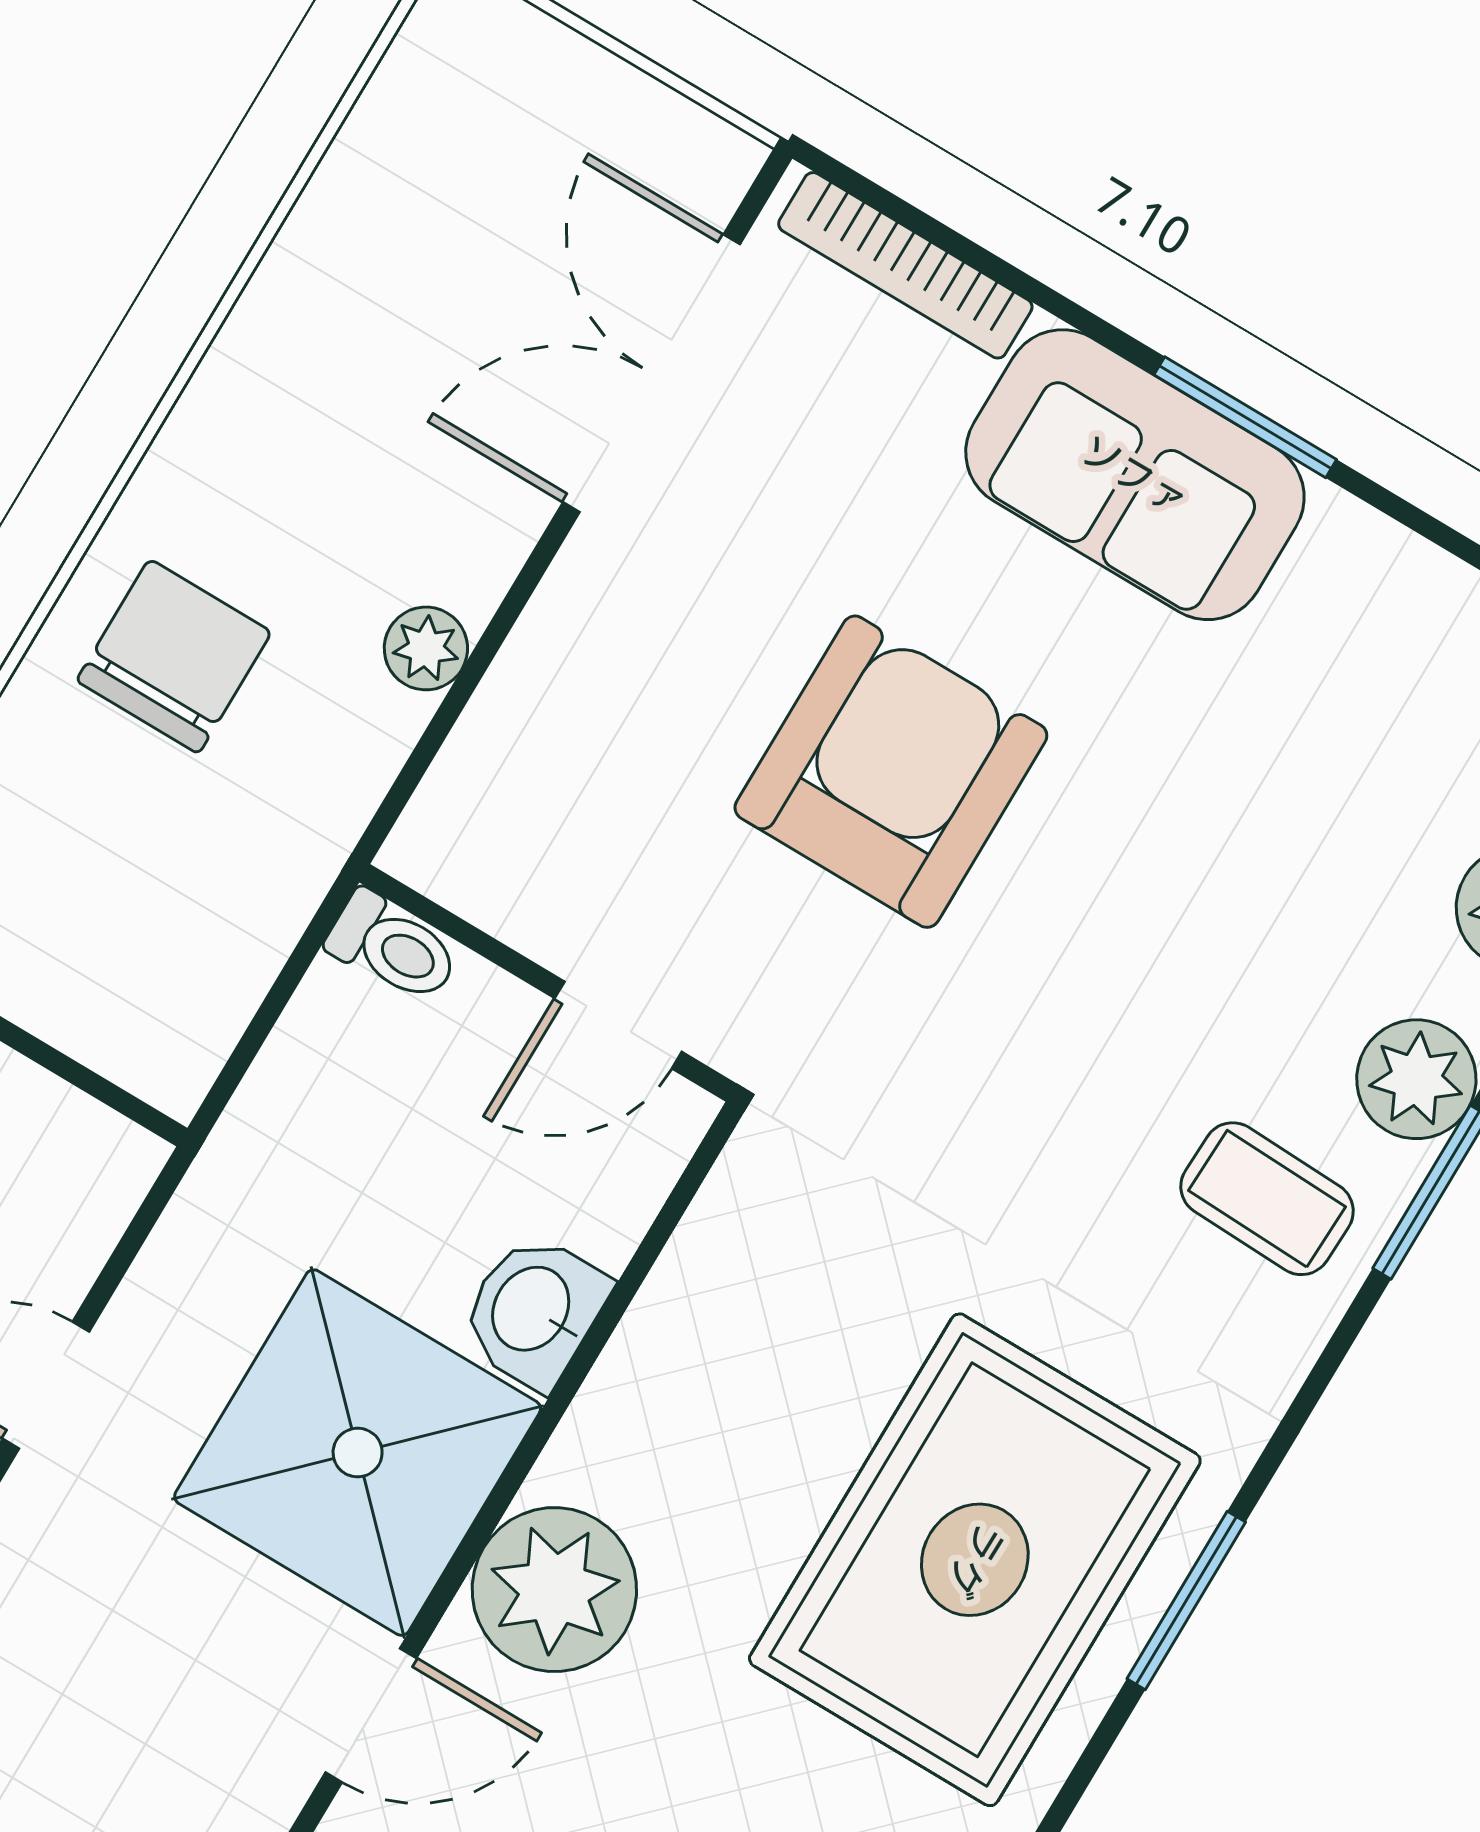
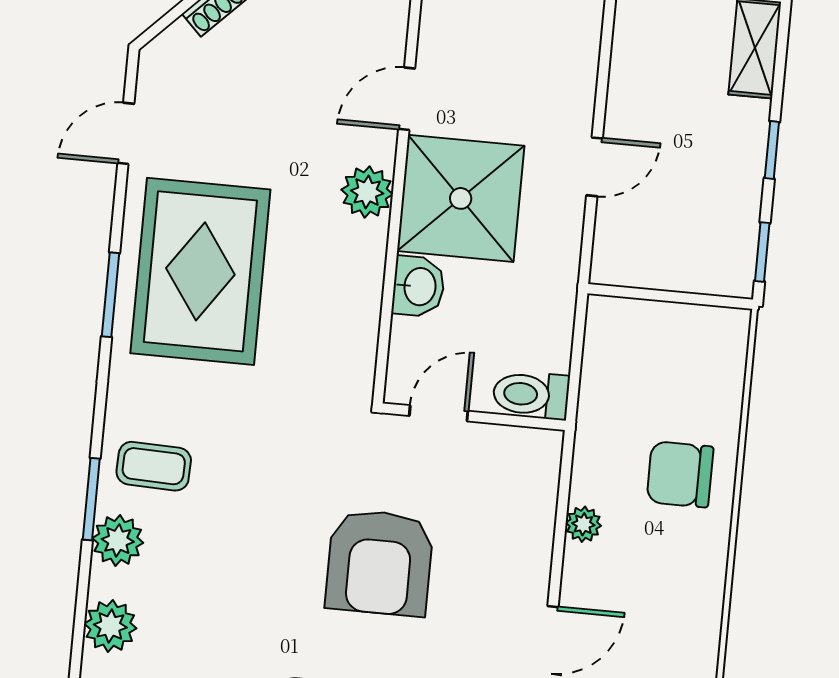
chair: (174, 656) -> (680, 474), turned 90
toilet: (393, 947) -> (531, 395), width x1.37, depth x1.39
plant: (554, 1590) -> (367, 192), width x0.73, depth x0.73

